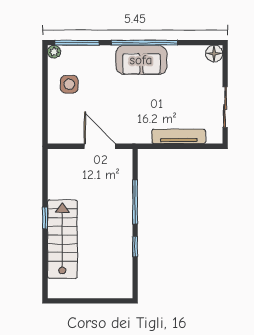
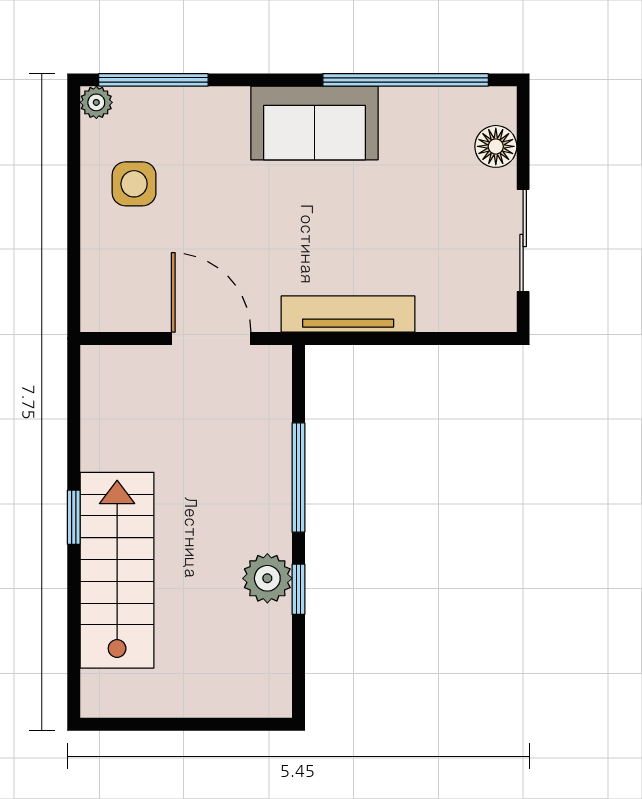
window: (144, 43) -> (406, 80), moved
floor lamp: (214, 54) -> (496, 146), moved
tv unit: (179, 136) -> (348, 314), moved
plant: (123, 242) -> (267, 578), added

